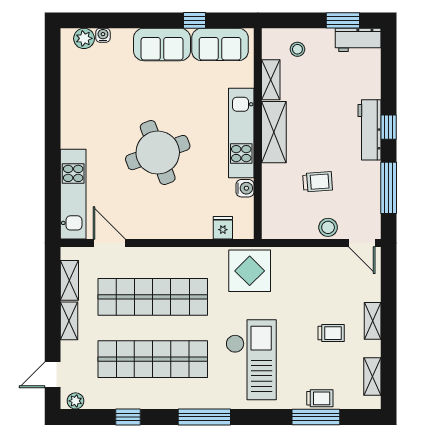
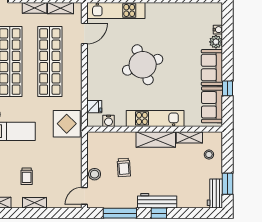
plant: (84, 38) -> (216, 42), moved
water cooler: (245, 188) -> (109, 121), moved

